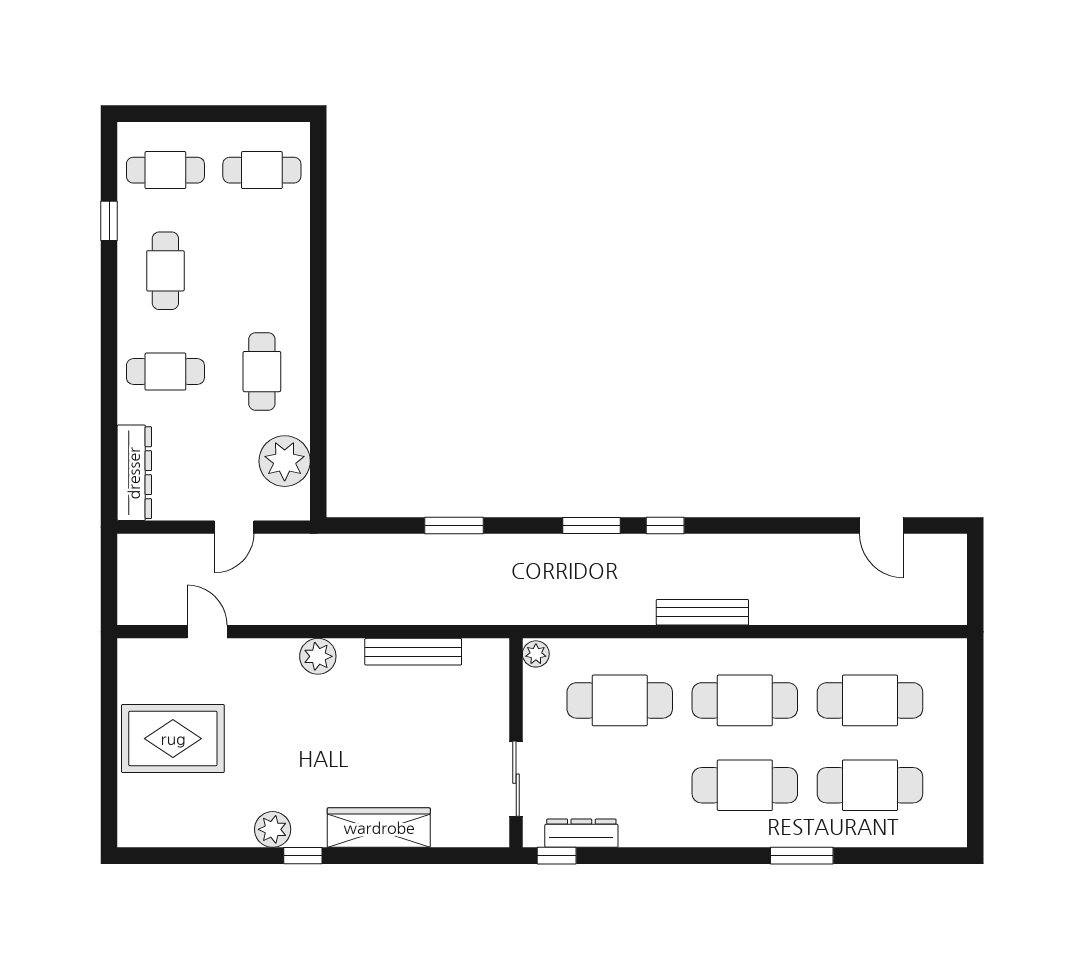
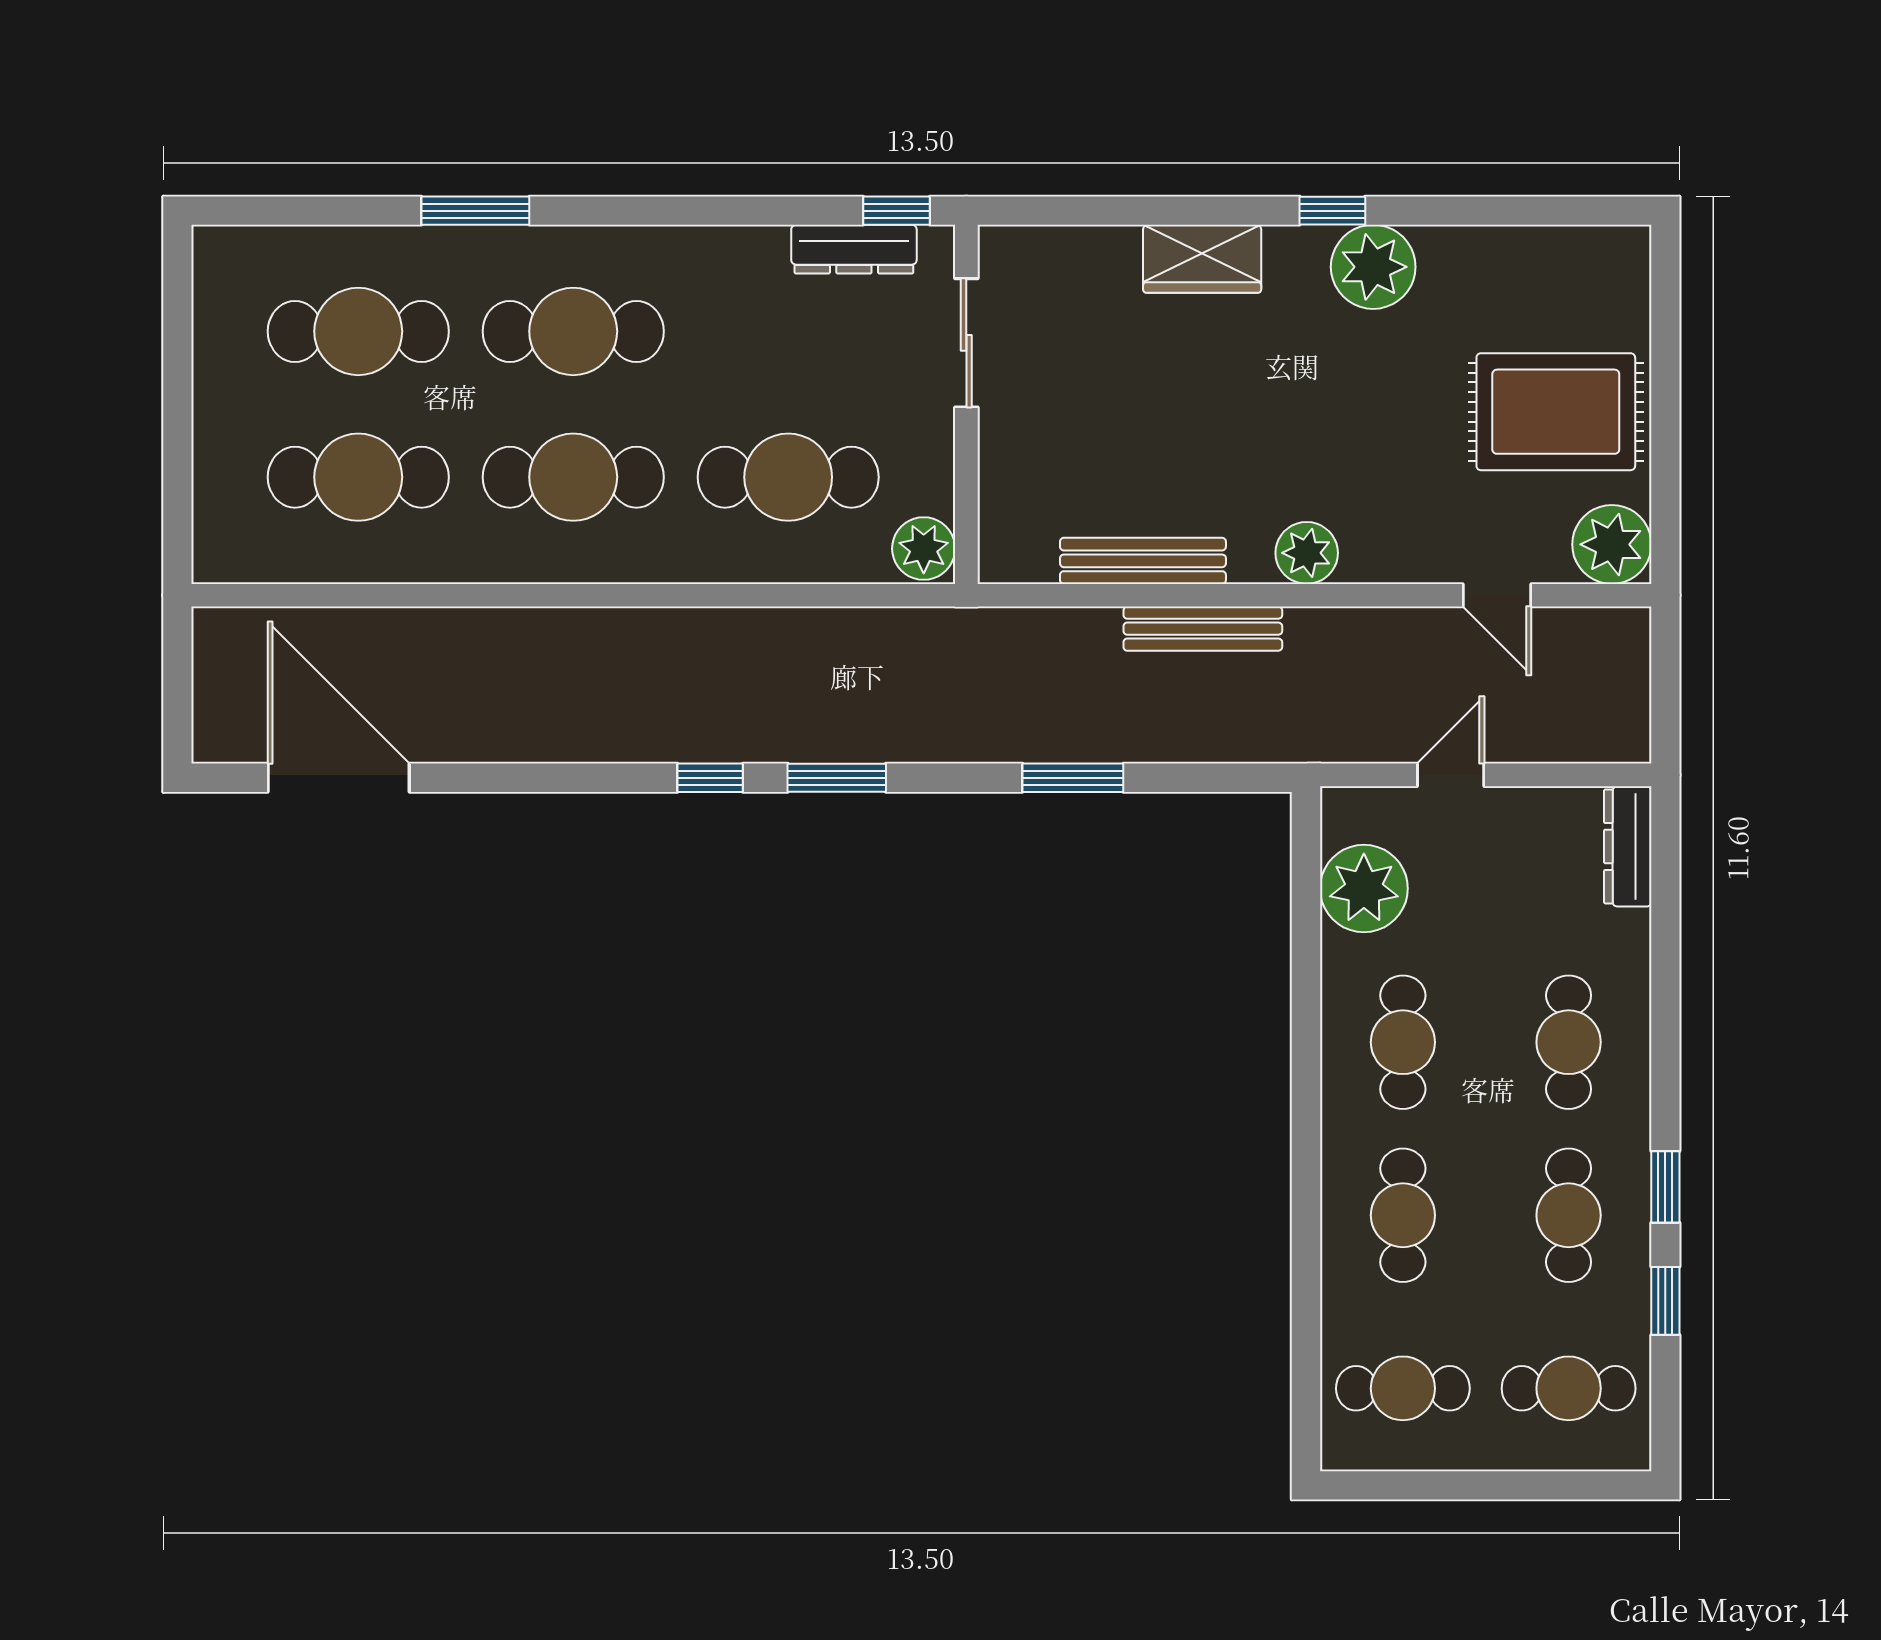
cafe table: (262, 271) -> (1403, 1215), added
window: (109, 287) -> (1665, 1187), added
cafe table: (165, 372) -> (1569, 1042), turned 90
dresser: (134, 473) -> (1628, 846), width x0.73, depth x0.80
door: (881, 525) -> (339, 778), width x1.88
bench: (702, 612) -> (1203, 629), moved
plant: (536, 654) -> (924, 549), width x1.38, depth x1.38
plant: (140, 661) -> (1612, 544), added
wardrobe: (379, 828) -> (1202, 259), width x0.67
plant: (273, 829) -> (1373, 267), width x1.36, depth x1.36

